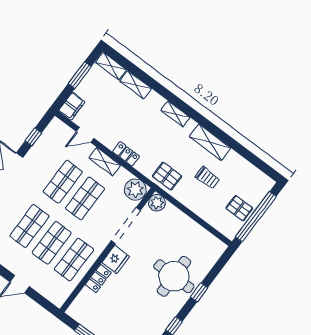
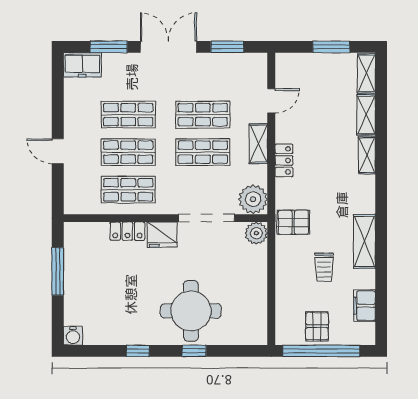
filing cabinet: (72, 106) -> (364, 306), moved, turned 90
shelving: (175, 114) -> (367, 155), moved
door: (85, 135) -> (271, 101), swing flipped
window: (33, 137) -> (227, 47), width x1.50
pallet: (167, 176) -> (293, 222), turned 90

